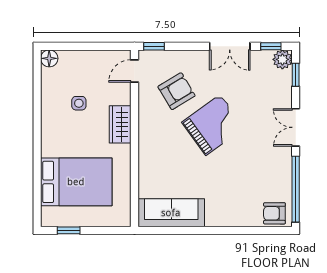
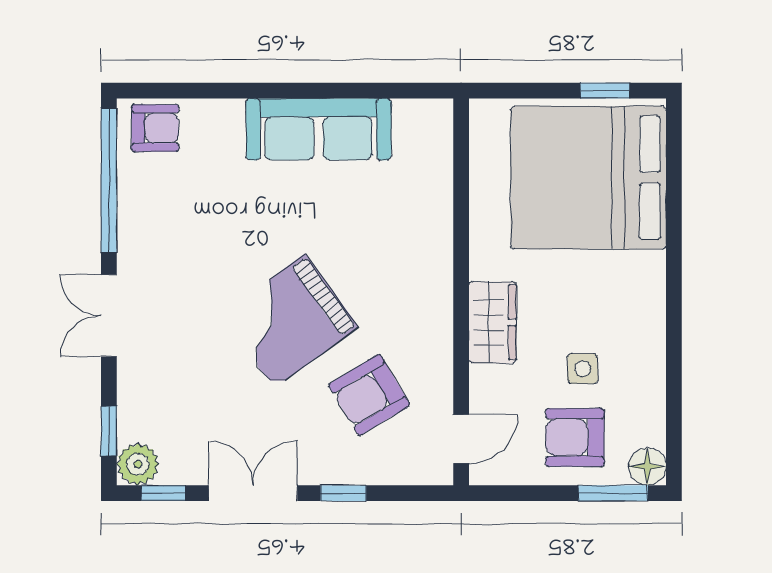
window: (65, 46) -> (613, 493), added
window: (154, 46) -> (343, 493), moved
armchair: (82, 72) -> (575, 437), added
double door: (296, 127) -> (109, 316), swing flipped
bed: (76, 182) -> (588, 178), width x1.36
sofa: (171, 213) -> (319, 129), moved

